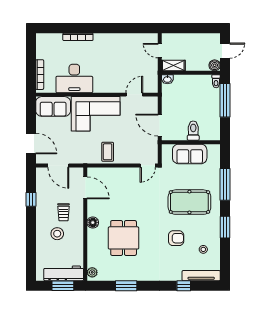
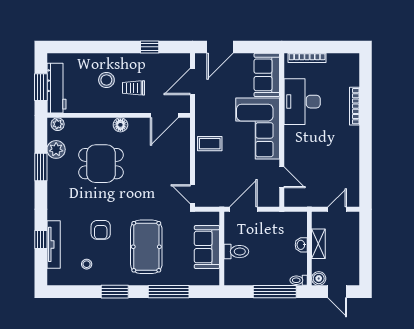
shelving: (173, 66) -> (318, 244), moved
washbasin: (167, 79) -> (301, 245), moved
plant: (112, 274) -> (56, 149), added
tv unit: (201, 276) -> (54, 244), moved

